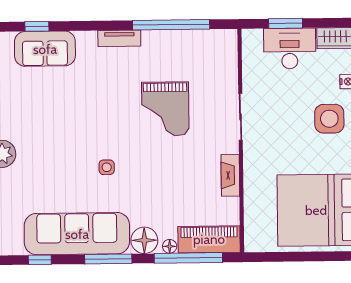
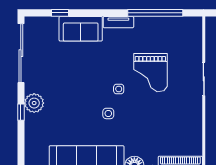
sofa: (45, 49) -> (81, 29), moved
side table: (121, 133) -> (119, 89), added
fireplace: (230, 175) -> (196, 120), removed

